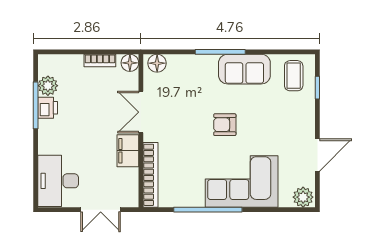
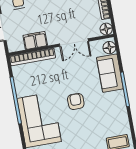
sofa: (244, 69) -> (110, 73), moved
double door: (141, 112) -> (74, 43), swing flipped
filing cabinet: (128, 151) -> (35, 41), moved

